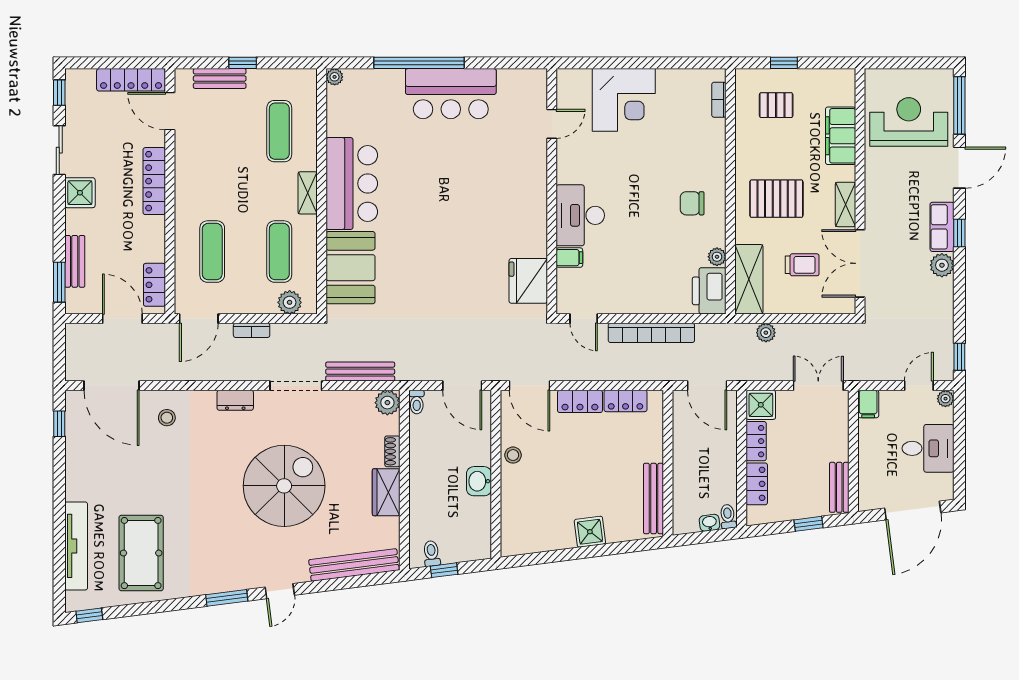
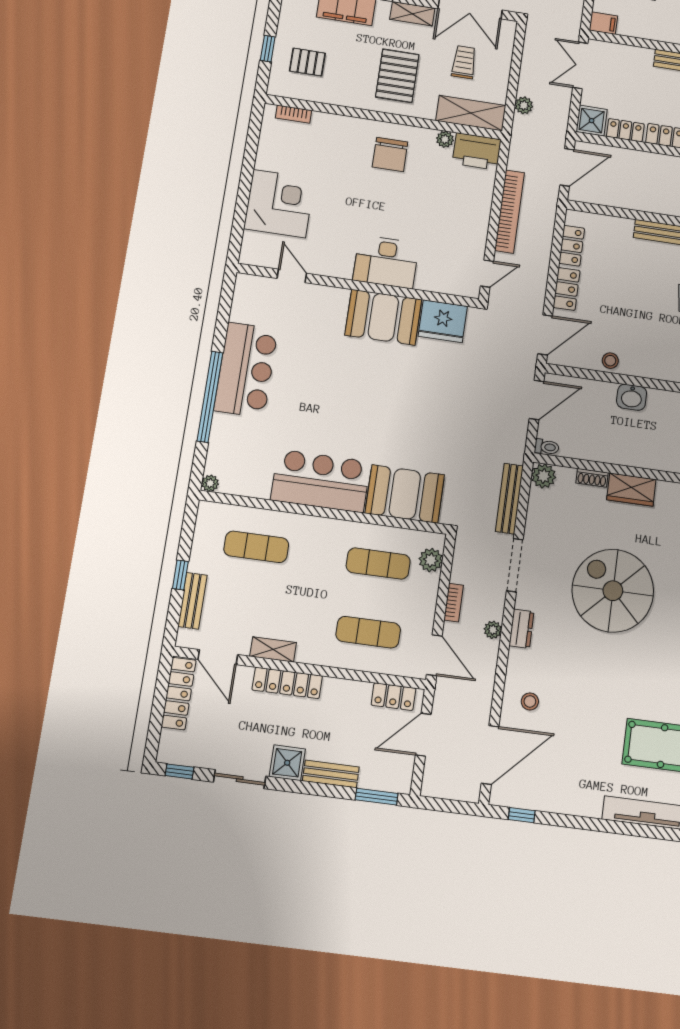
pallet: (776, 105) -> (307, 62), turned 90
door: (170, 111) -> (218, 657), hinge flipped
shelving: (308, 193) -> (273, 649), moved
chair: (692, 203) -> (390, 154), width x1.37, depth x1.37
booth: (523, 221) -> (383, 317), added
filing cabinet: (569, 258) -> (426, 278), removed
bench: (75, 261) -> (331, 774), moved
plant: (230, 372) -> (493, 630), added

